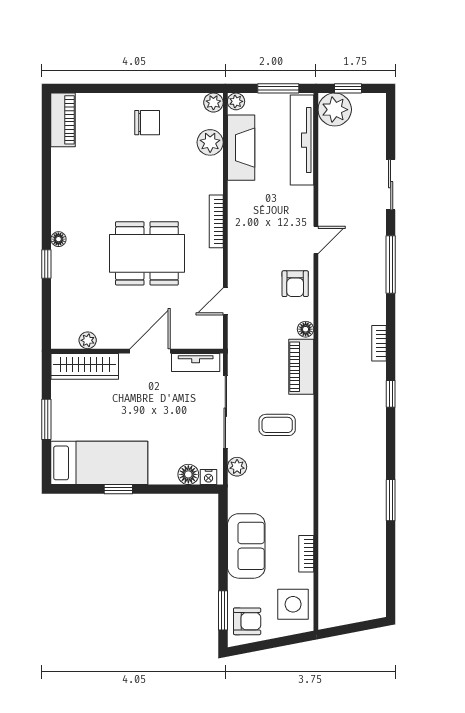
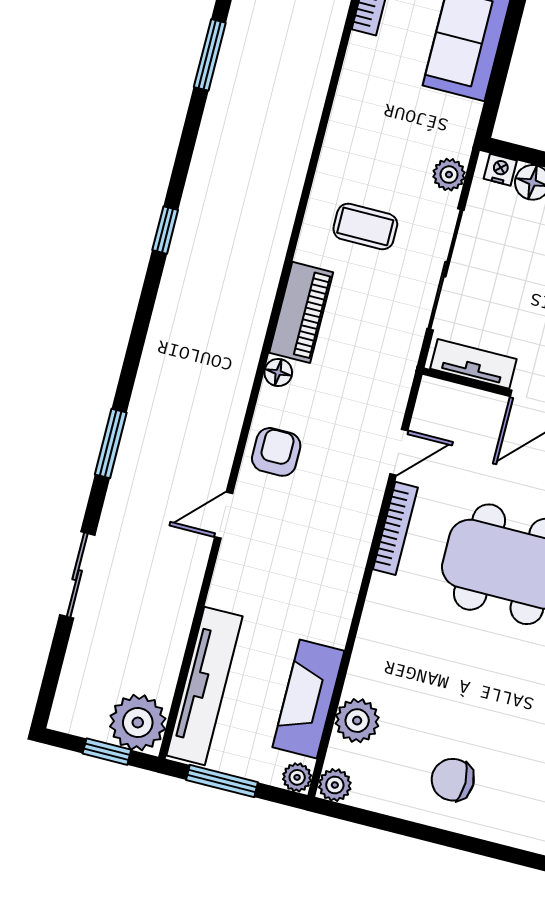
bookcase: (216, 221) -> (395, 528), moved
window: (391, 264) -> (111, 443), width x0.69
bookcase: (379, 343) -> (163, 319), removed

